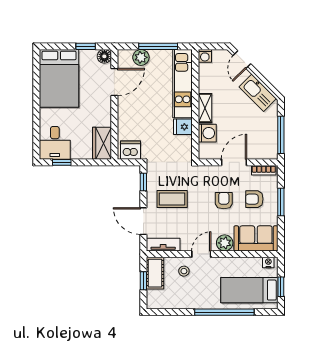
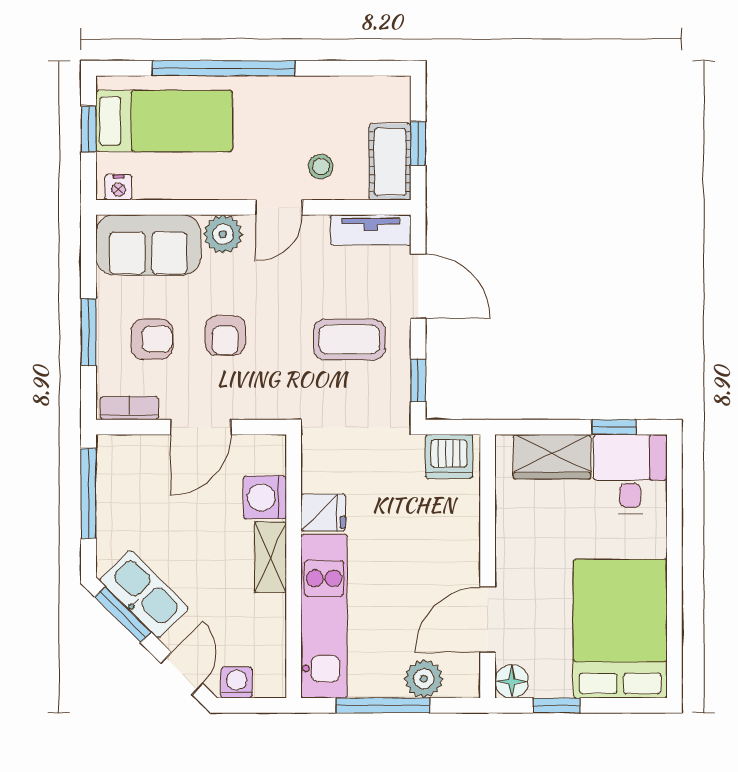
washing machine: (205, 56) -> (237, 682), moved
window: (266, 84) -> (123, 615), added
wardrobe: (102, 143) -> (552, 457), moved, turned 90

